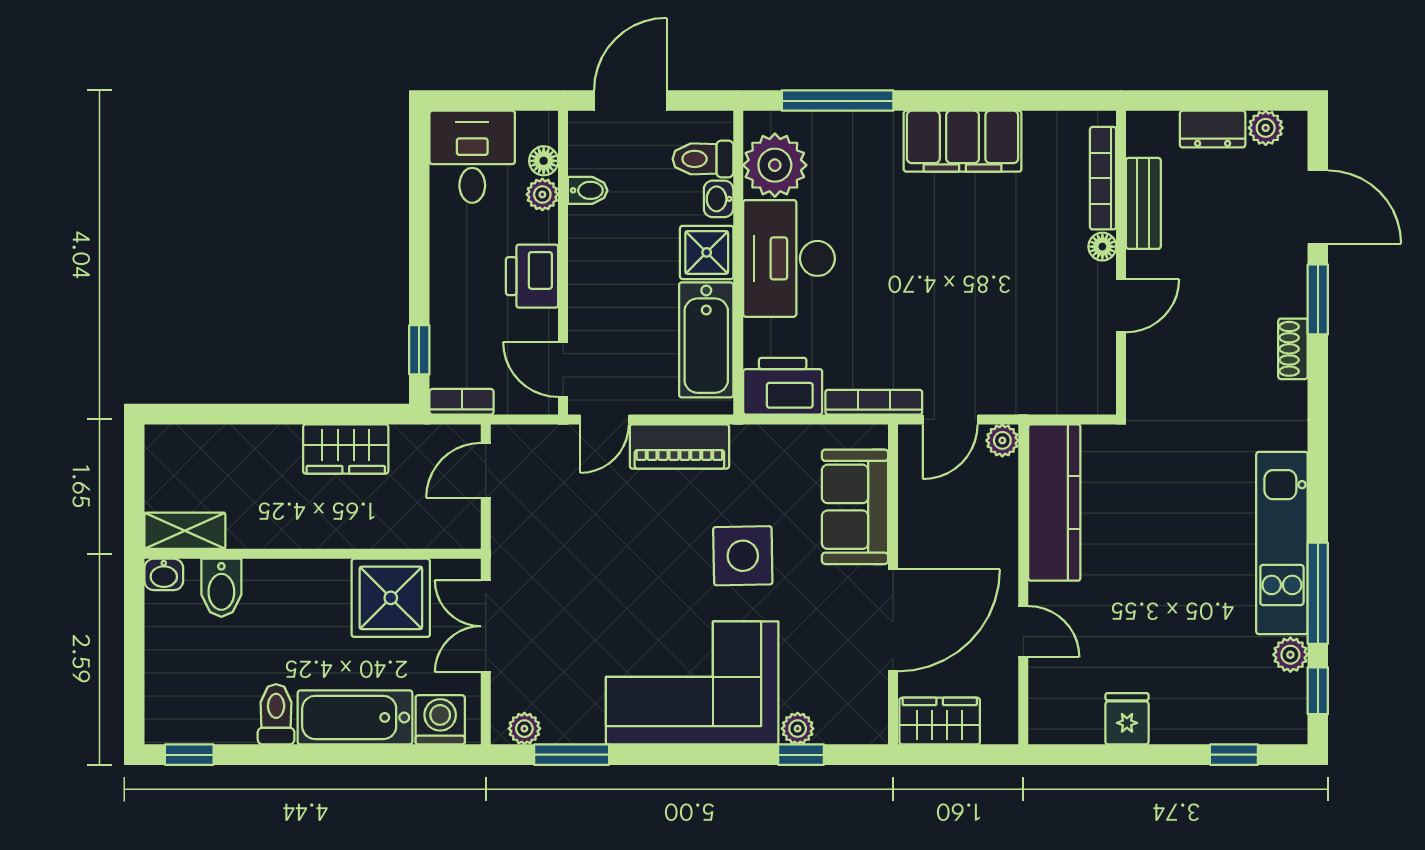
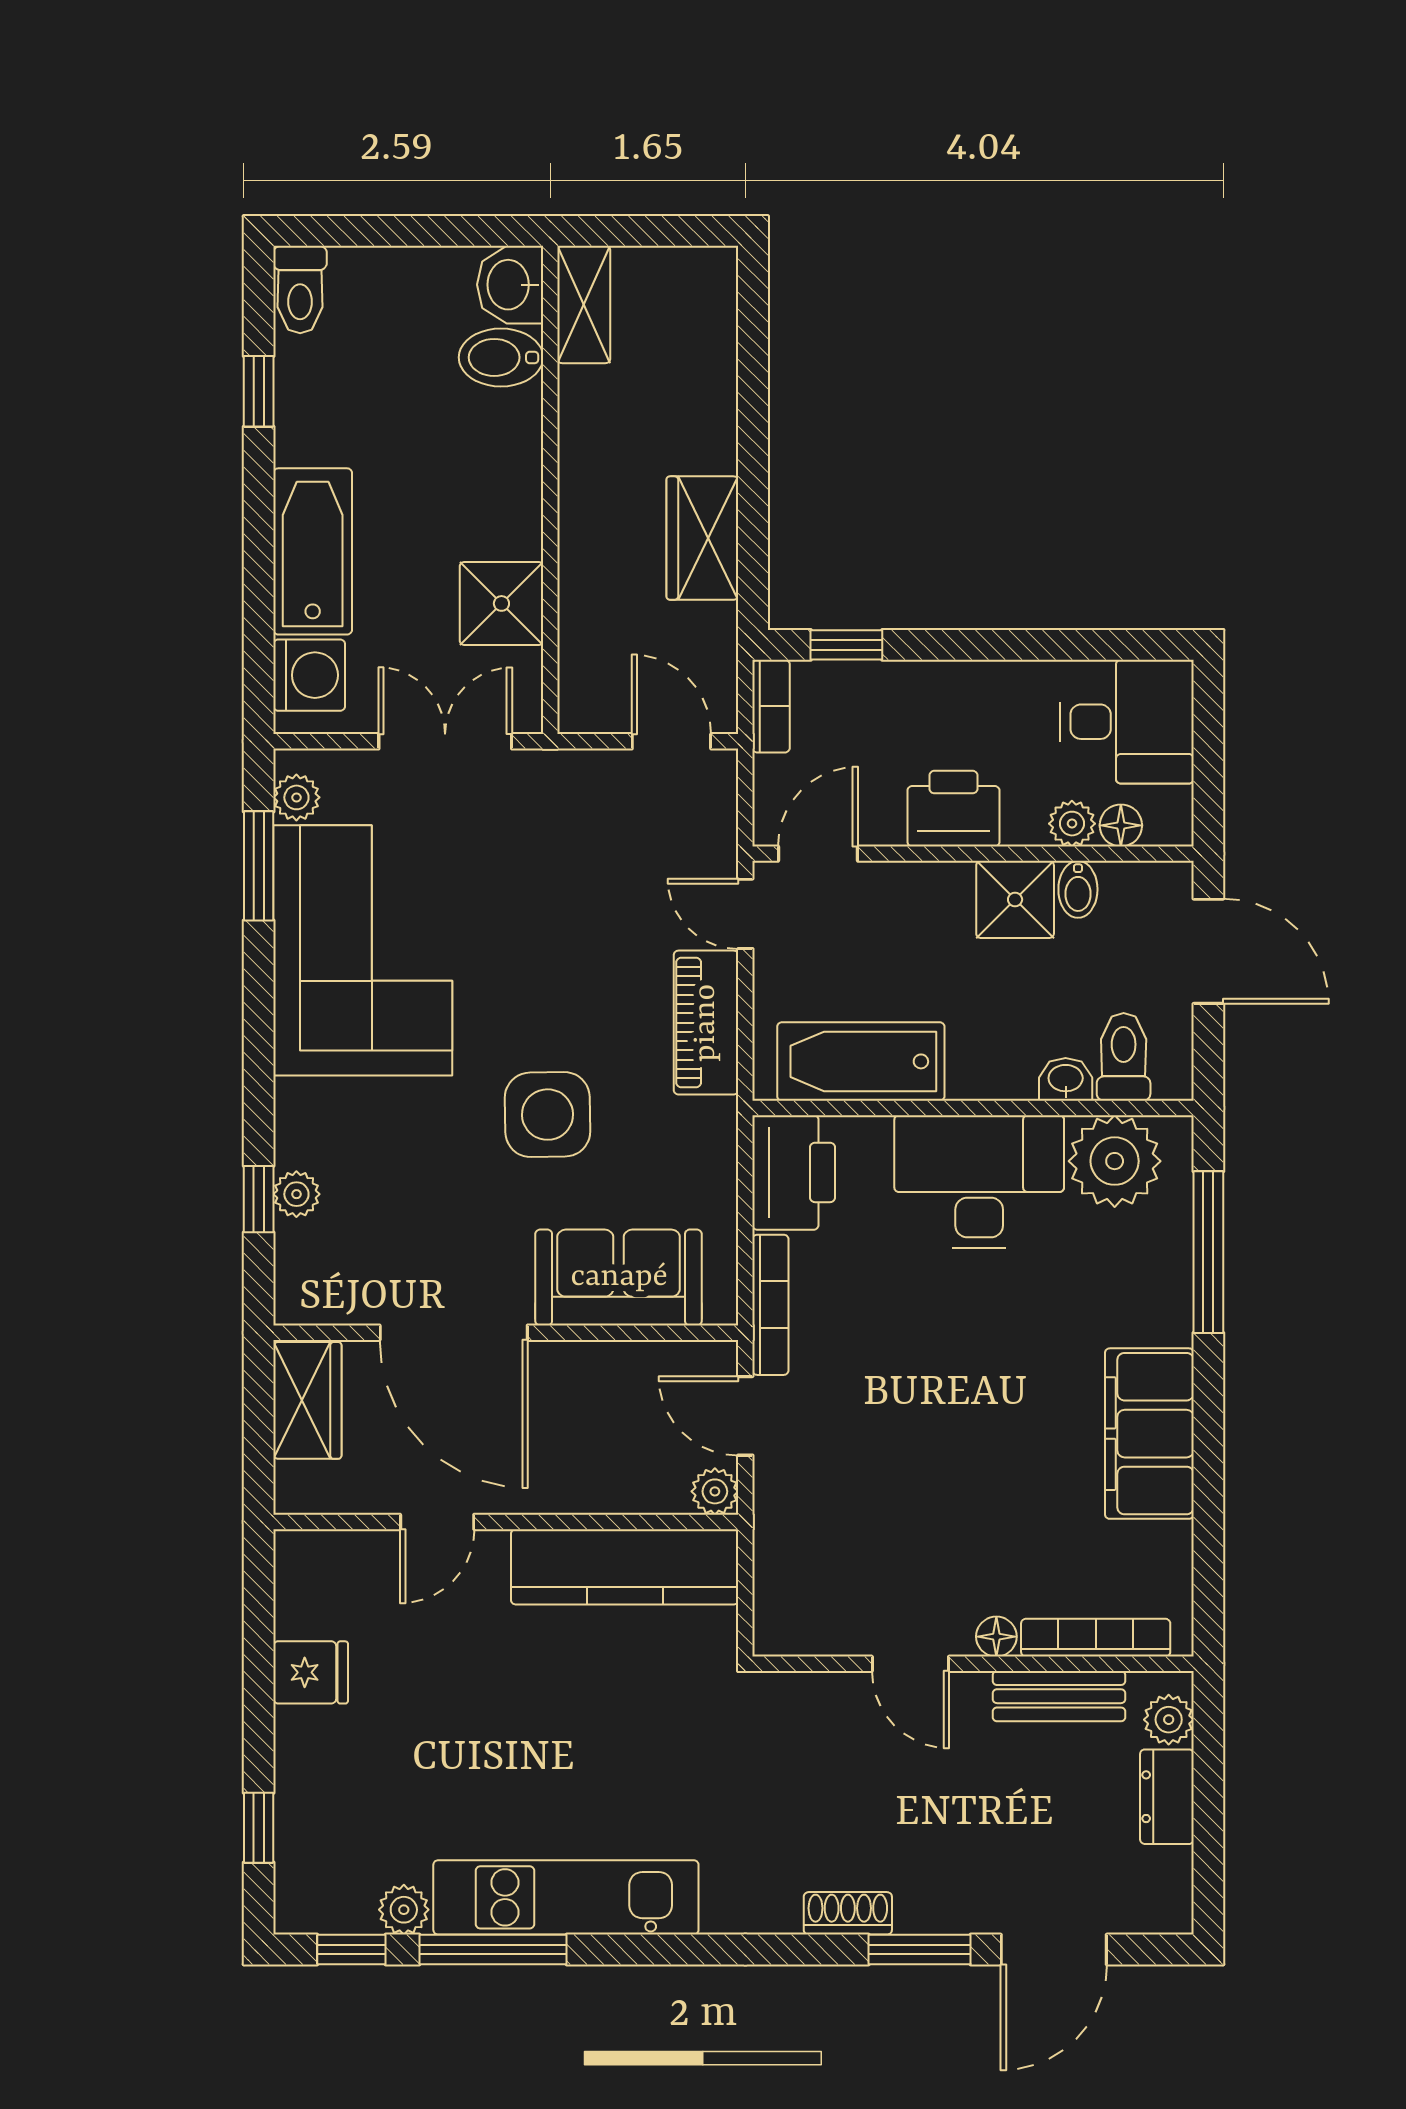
plant: (1266, 128) -> (1169, 1720), moved
shower: (707, 252) -> (1015, 899), moved
washbasin: (164, 574) -> (510, 285), width x1.38, depth x1.45
shower: (391, 598) -> (501, 603), width x0.73, depth x0.73
corner sofa: (692, 683) -> (363, 950), moved
toilet: (276, 714) -> (300, 290), moved, turned 90
window: (189, 755) -> (259, 391), moved

